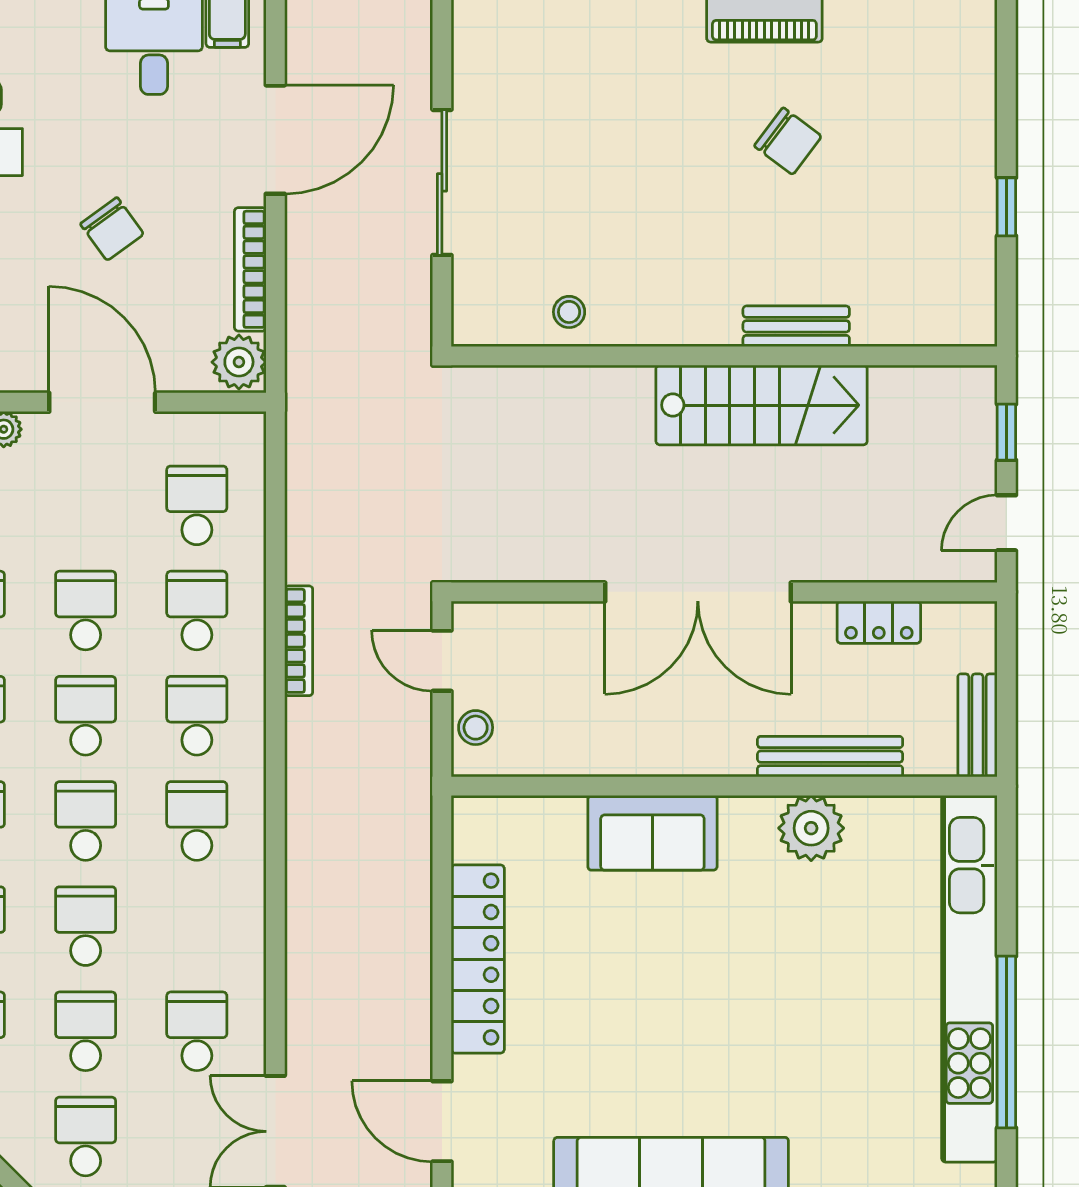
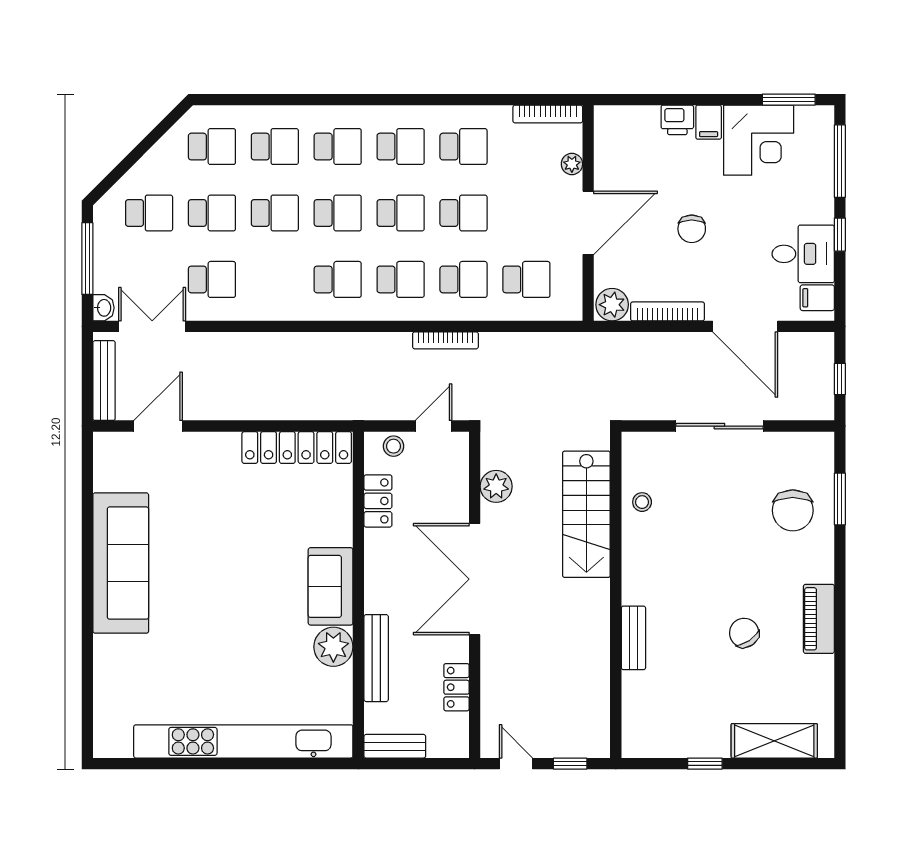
chair: (583, 60) -> (793, 510), added
shelving: (968, 91) -> (774, 741), added
chair: (788, 141) -> (744, 633), turned 109
chair: (112, 229) -> (692, 229), turned -54
stairs: (762, 405) -> (586, 514), moved
plant: (543, 556) -> (496, 486), added
locker: (567, 754) -> (378, 501), added
sofa: (652, 833) -> (331, 586), moved
locker: (478, 959) -> (297, 447), moved
window: (1006, 1042) -> (206, 764), removed

